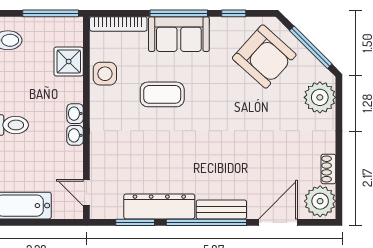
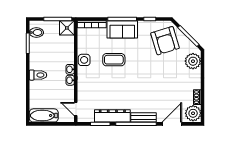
armchair: (264, 57) -> (165, 41), turned 31
shower: (69, 62) -> (67, 28), moved
side table: (105, 74) -> (84, 60), moved

